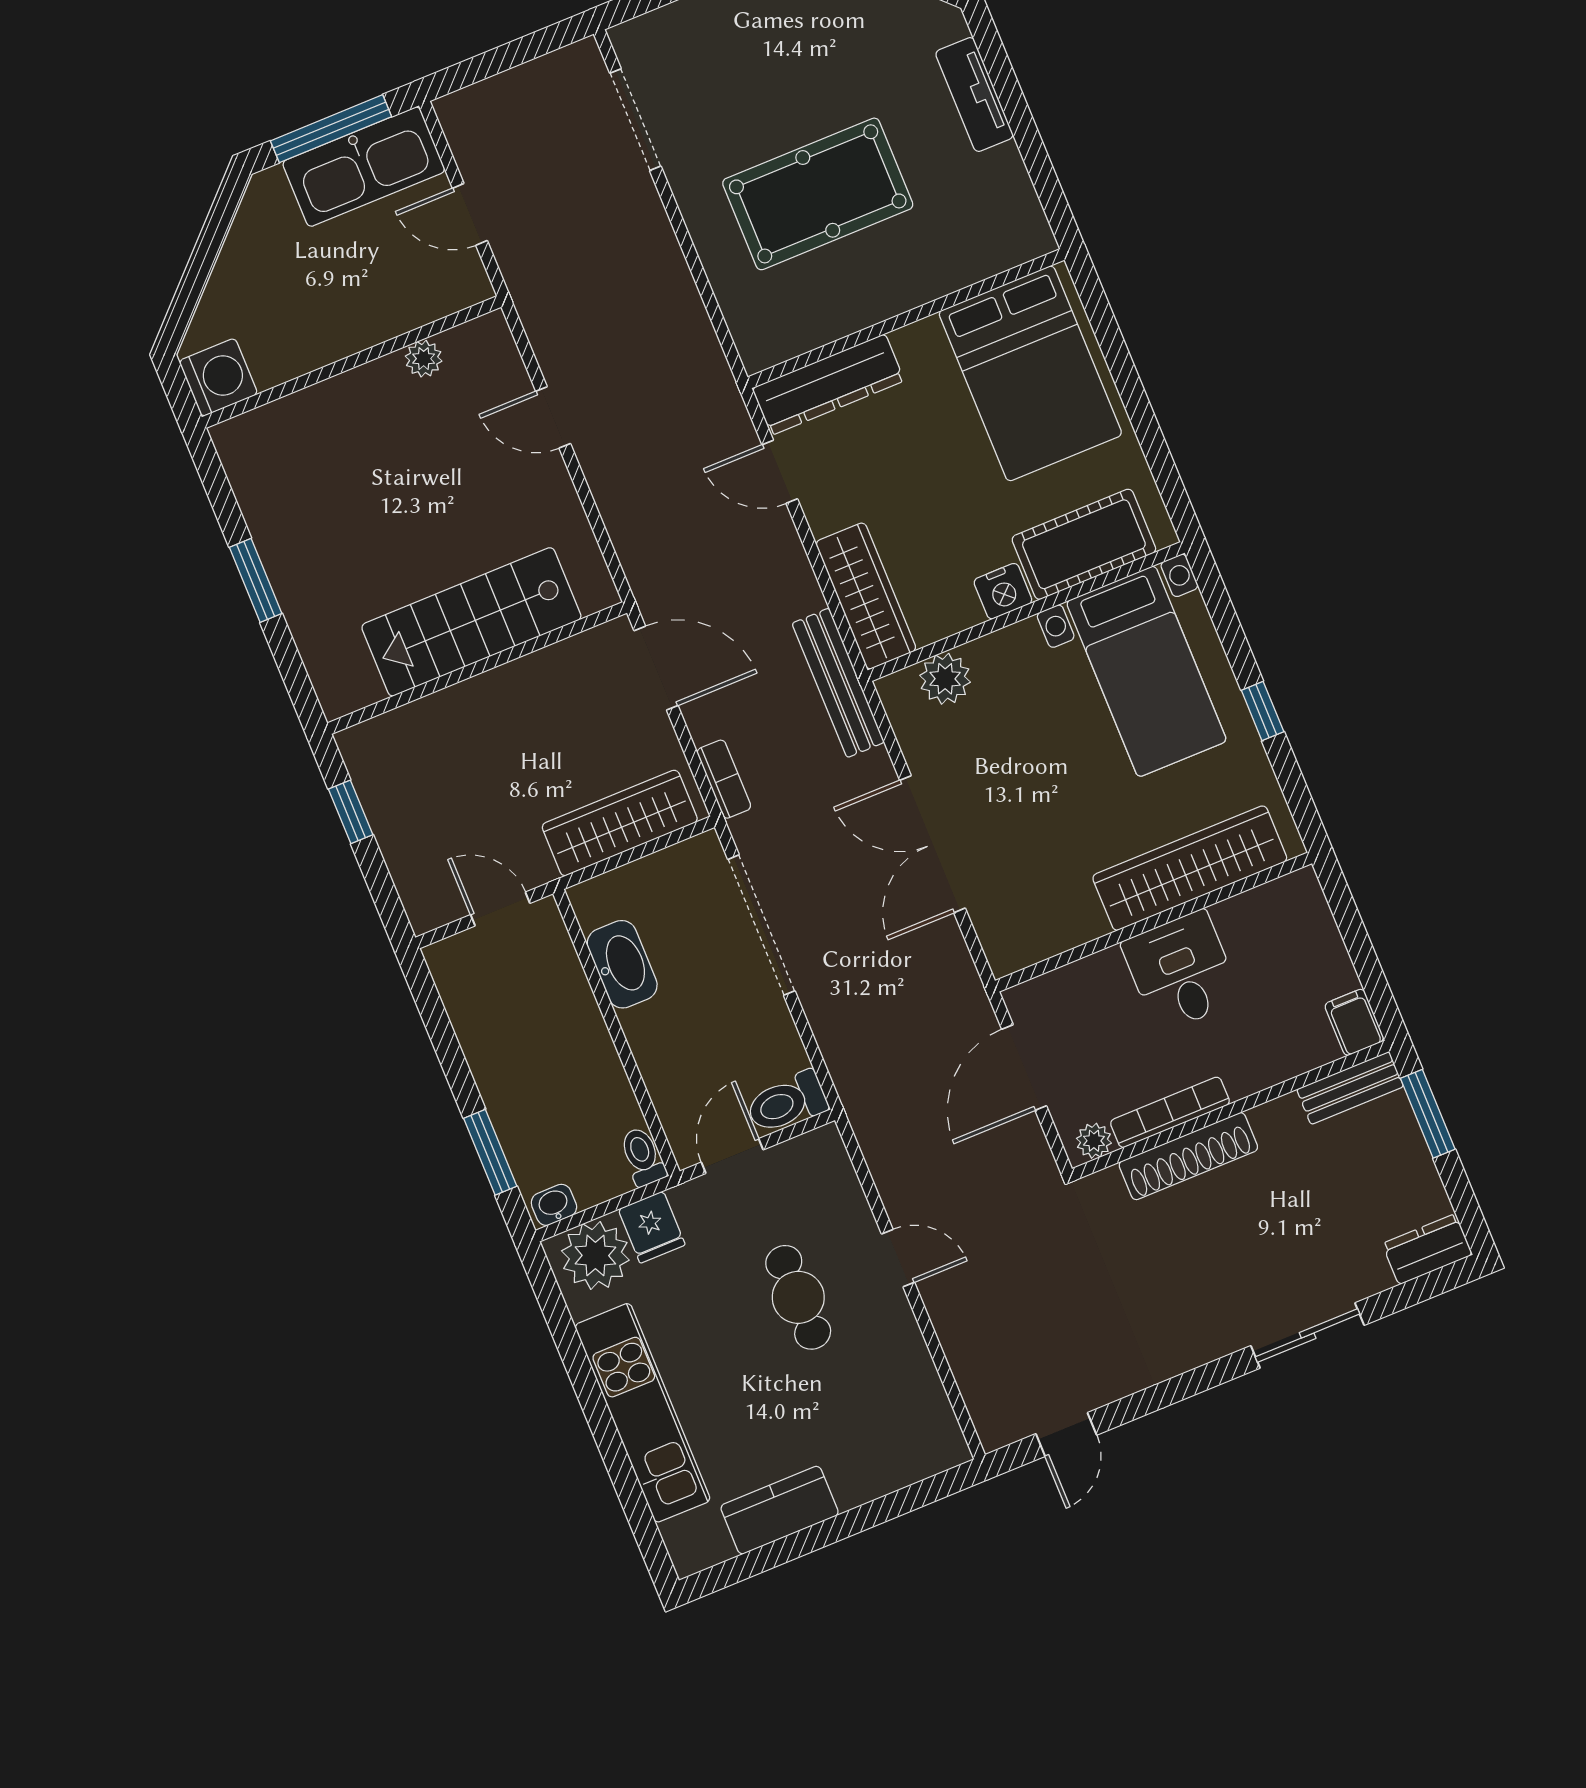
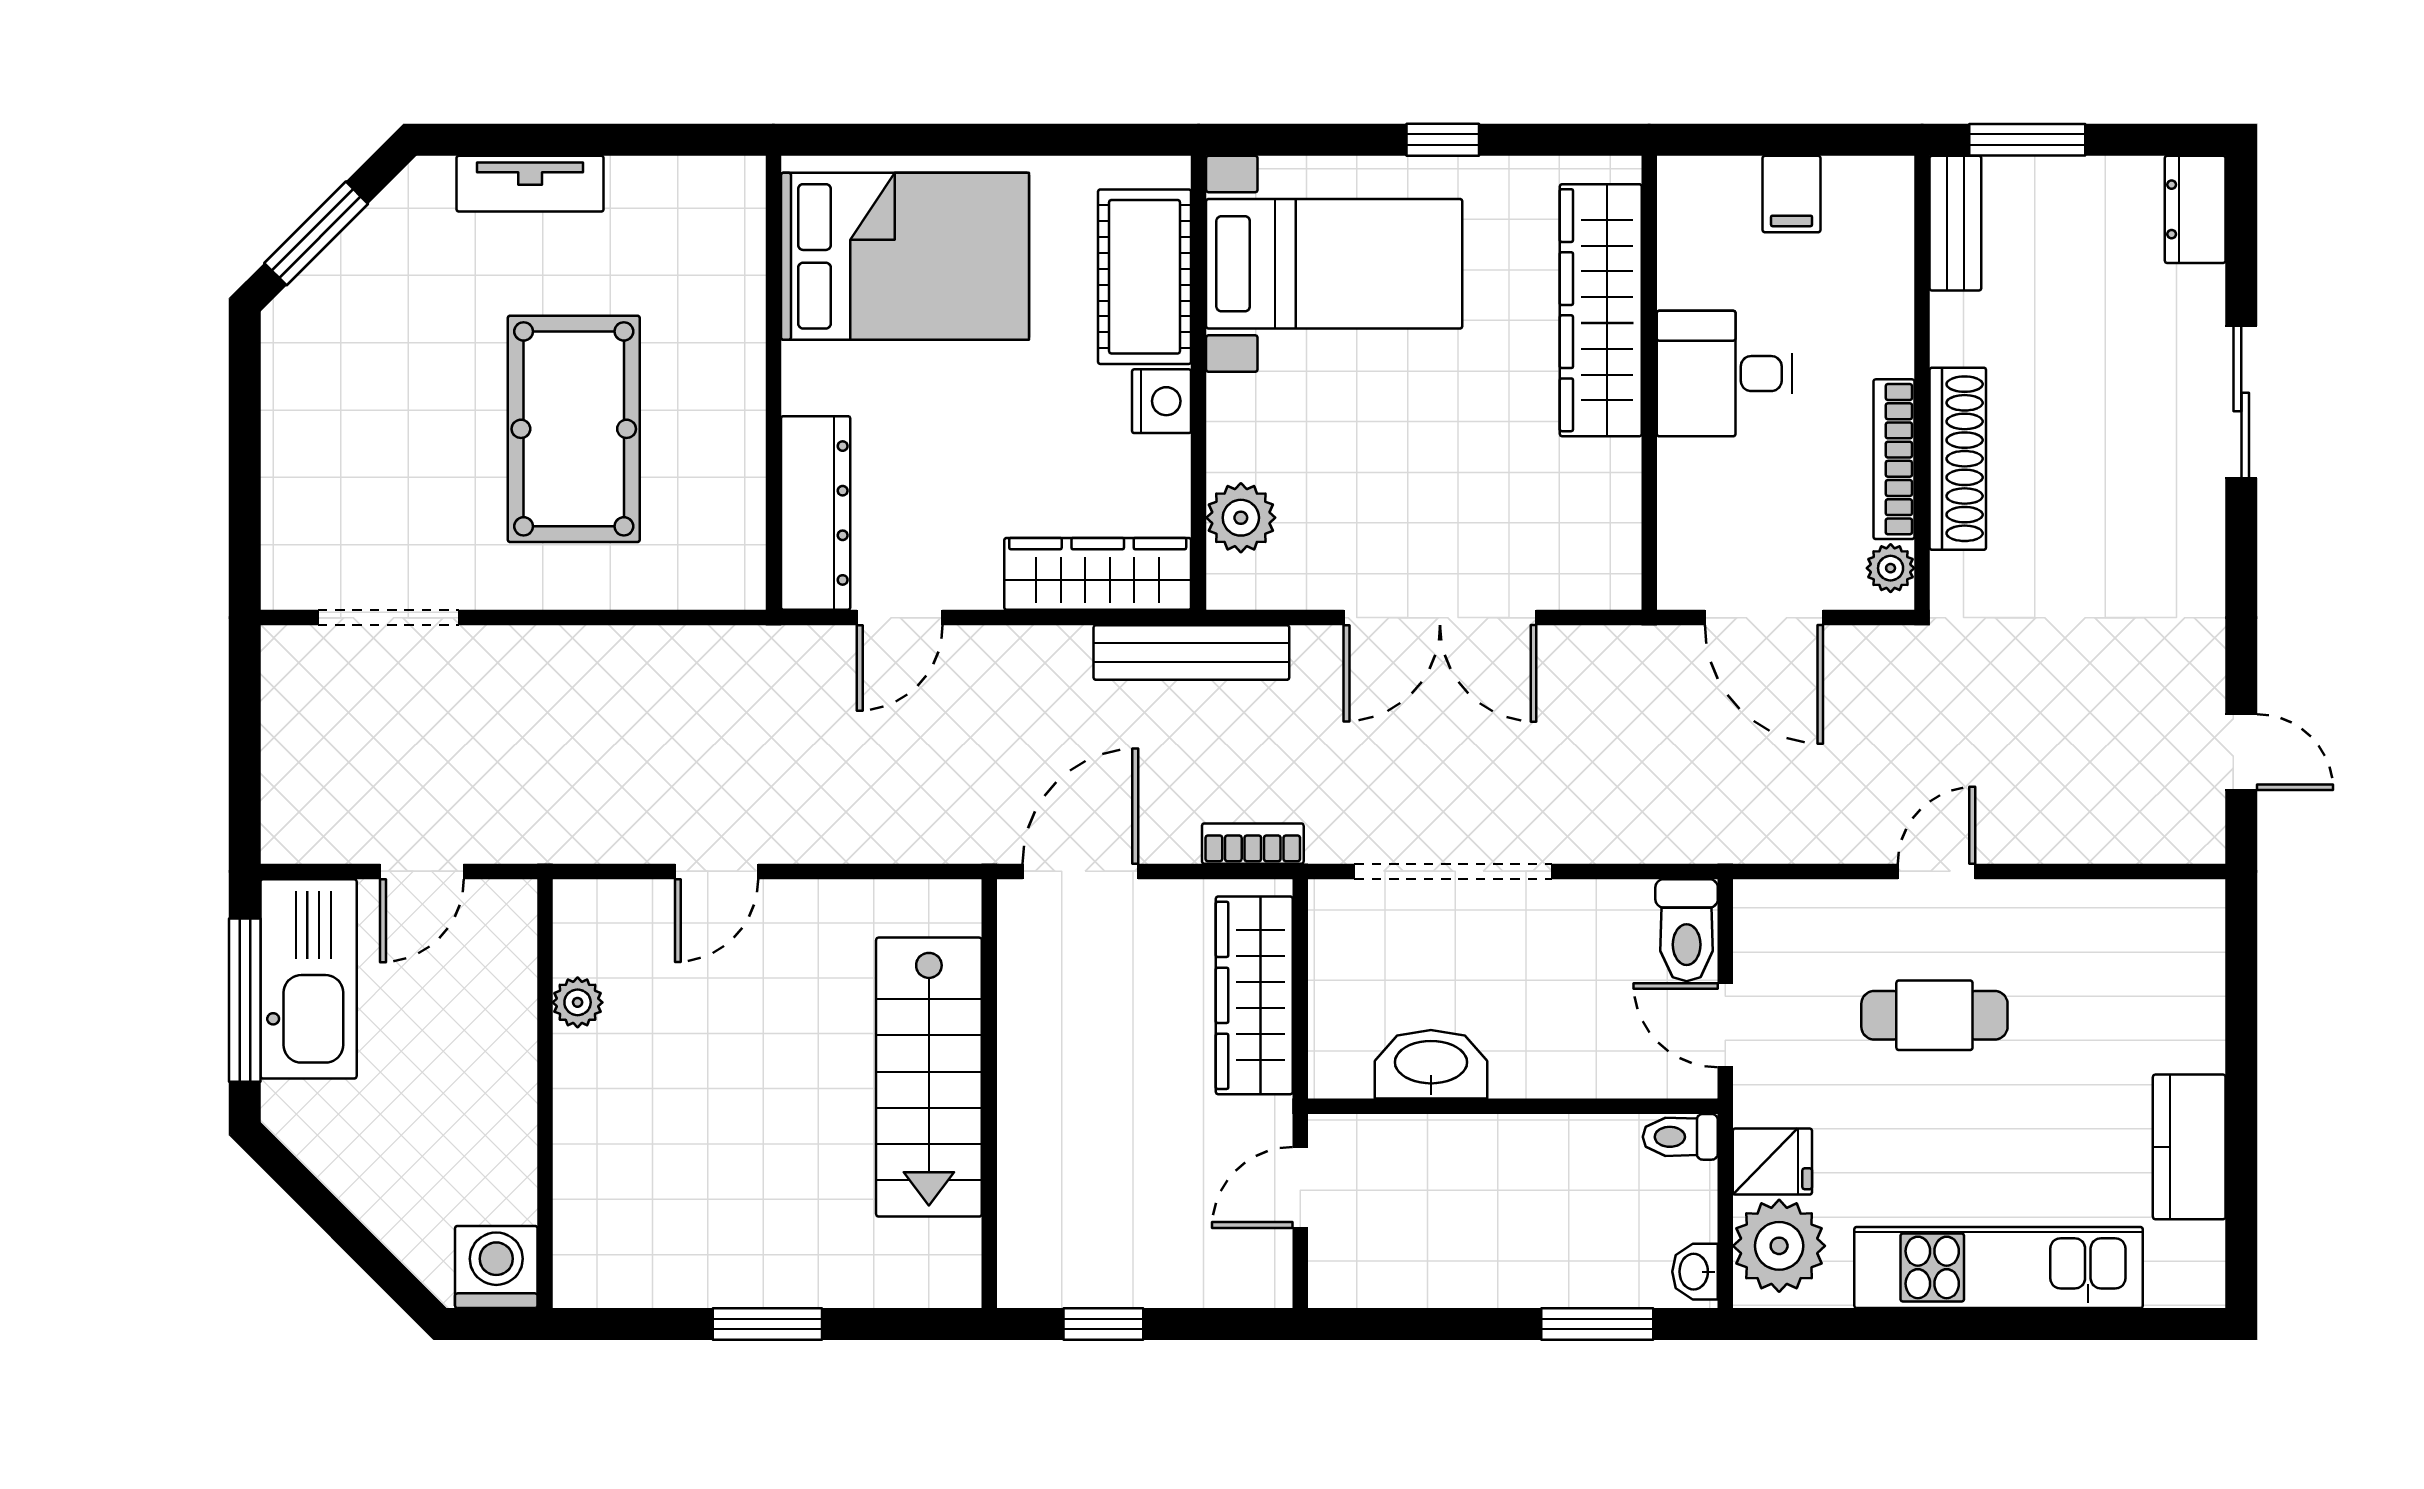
filing cabinet: (1354, 1022) -> (1792, 194), moved, turned -90

